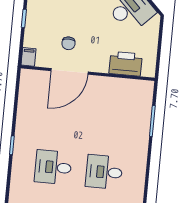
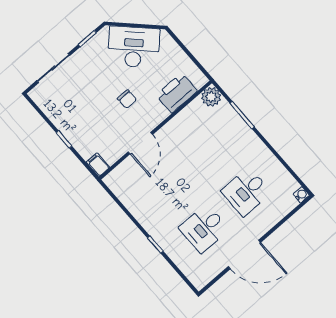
chair: (68, 43) -> (127, 99), moved
door: (70, 71) -> (140, 143), width x0.73
plant: (145, 89) -> (211, 97), added

